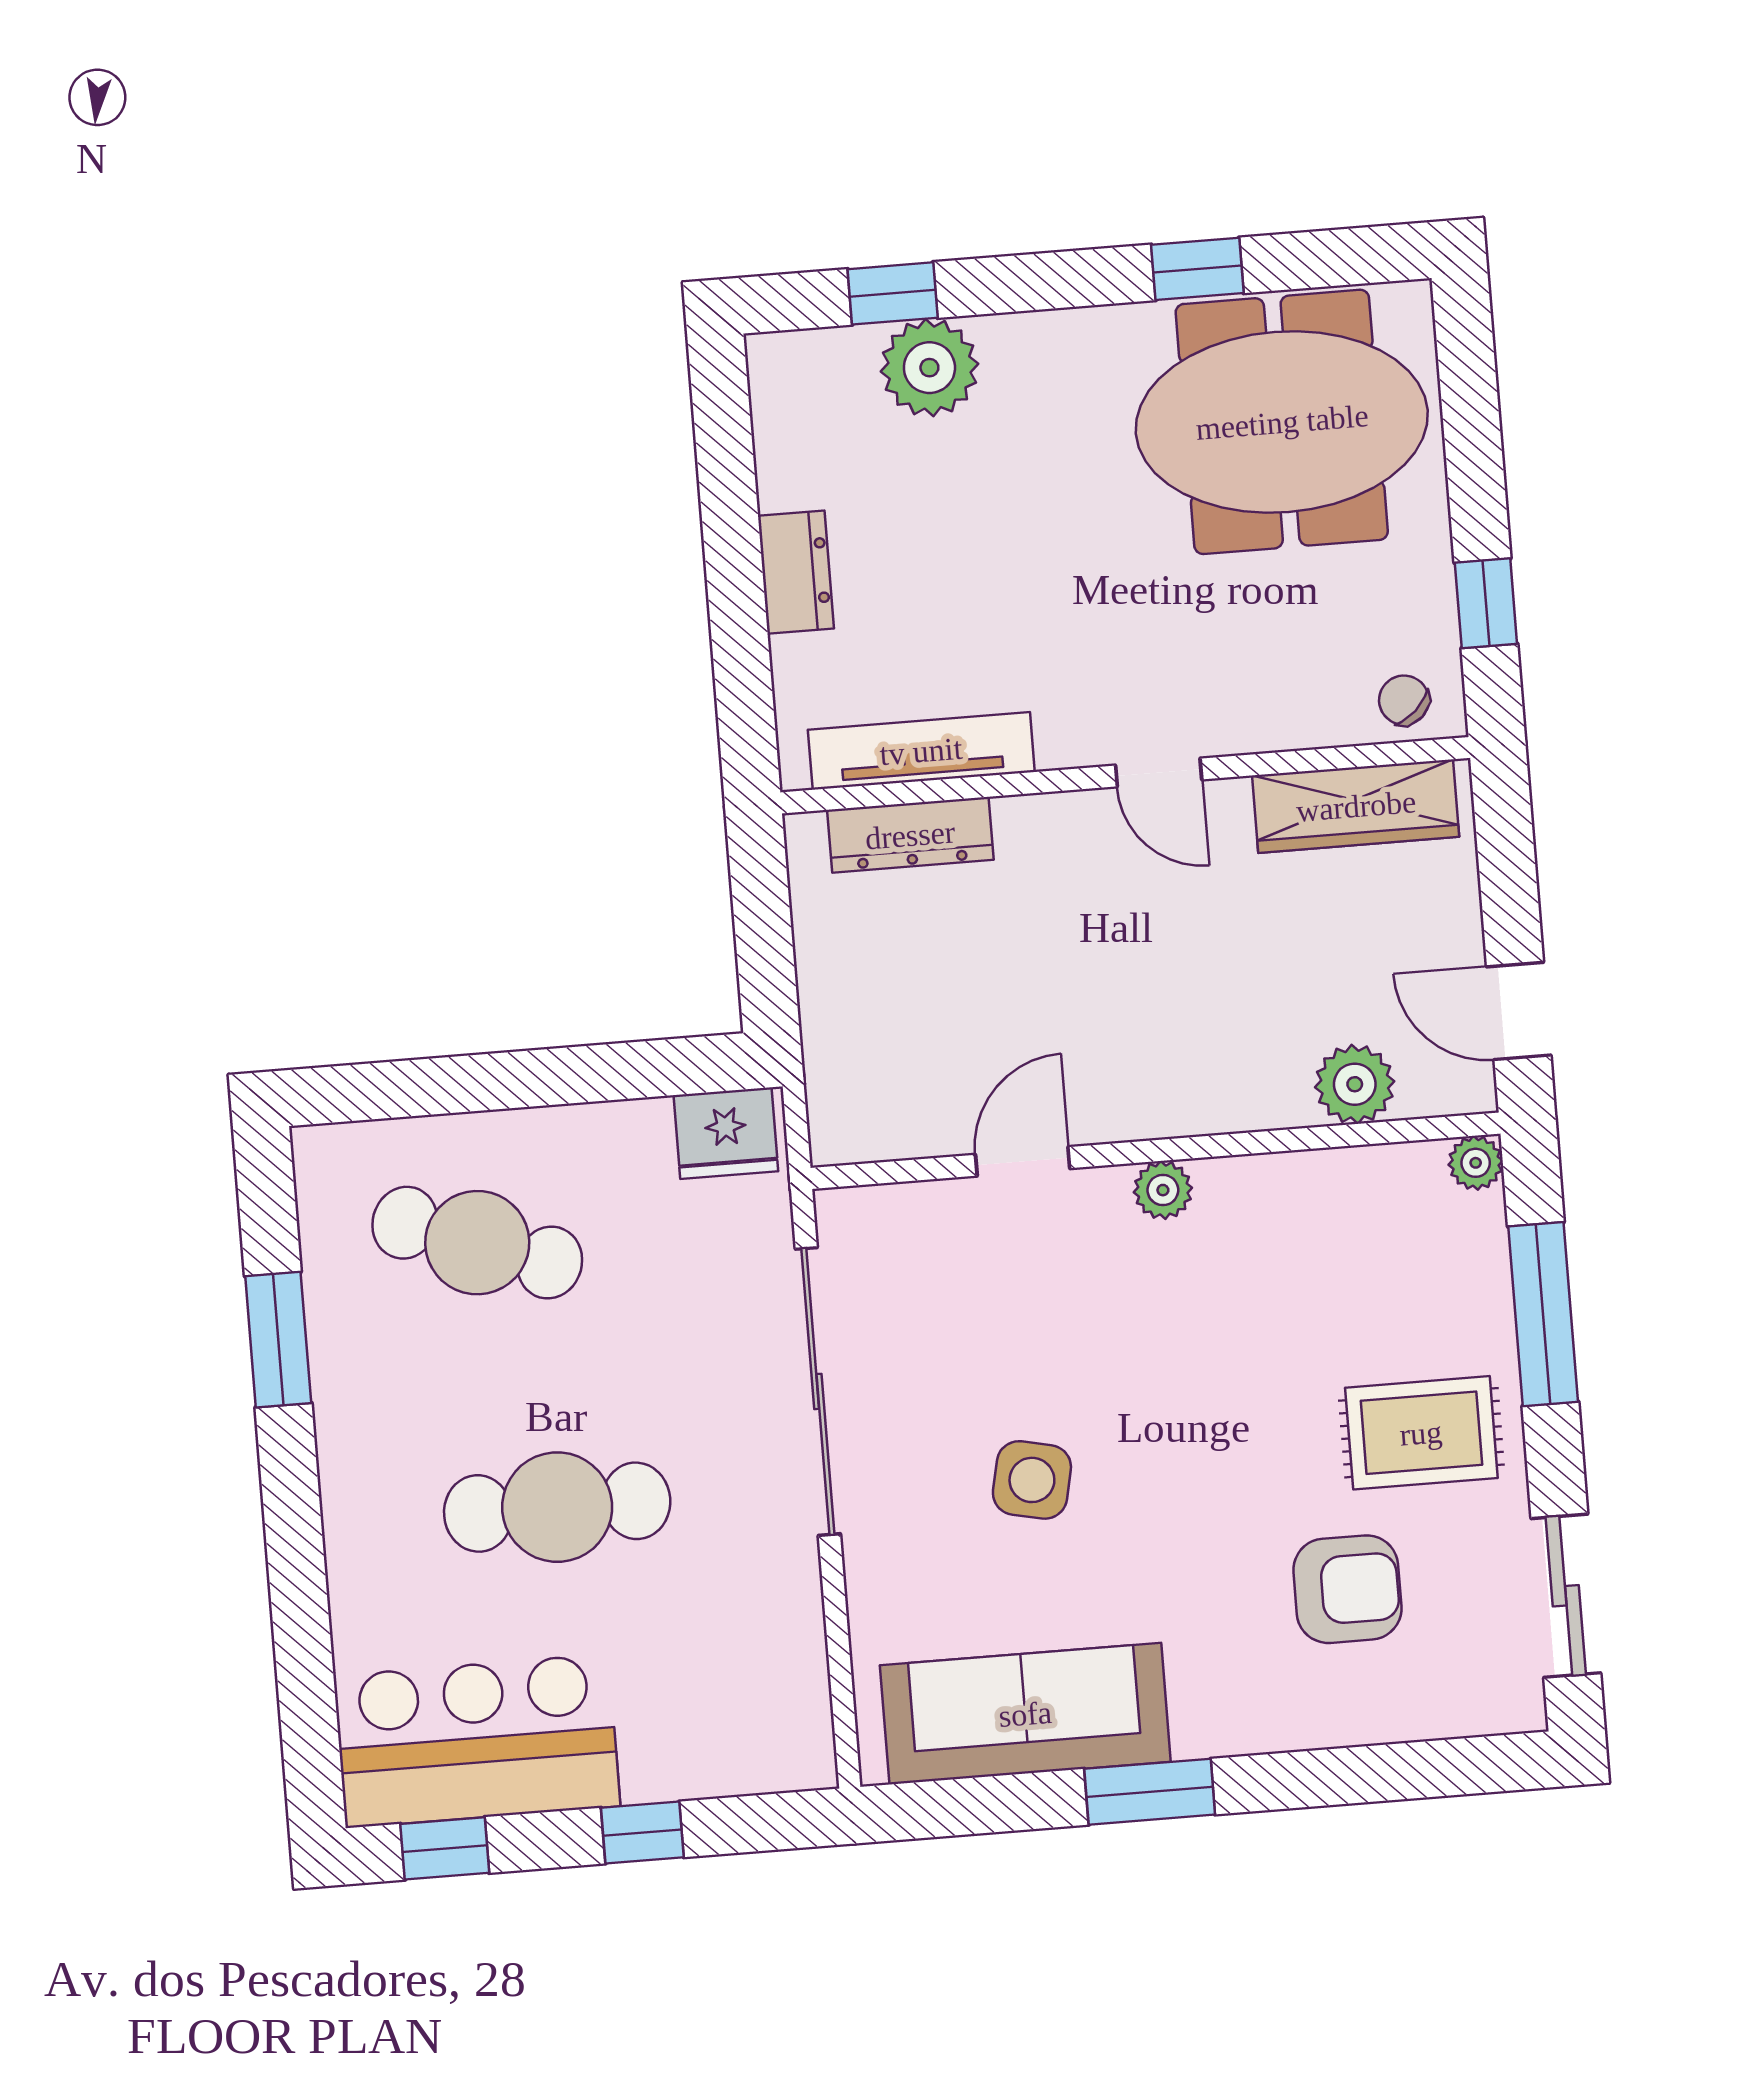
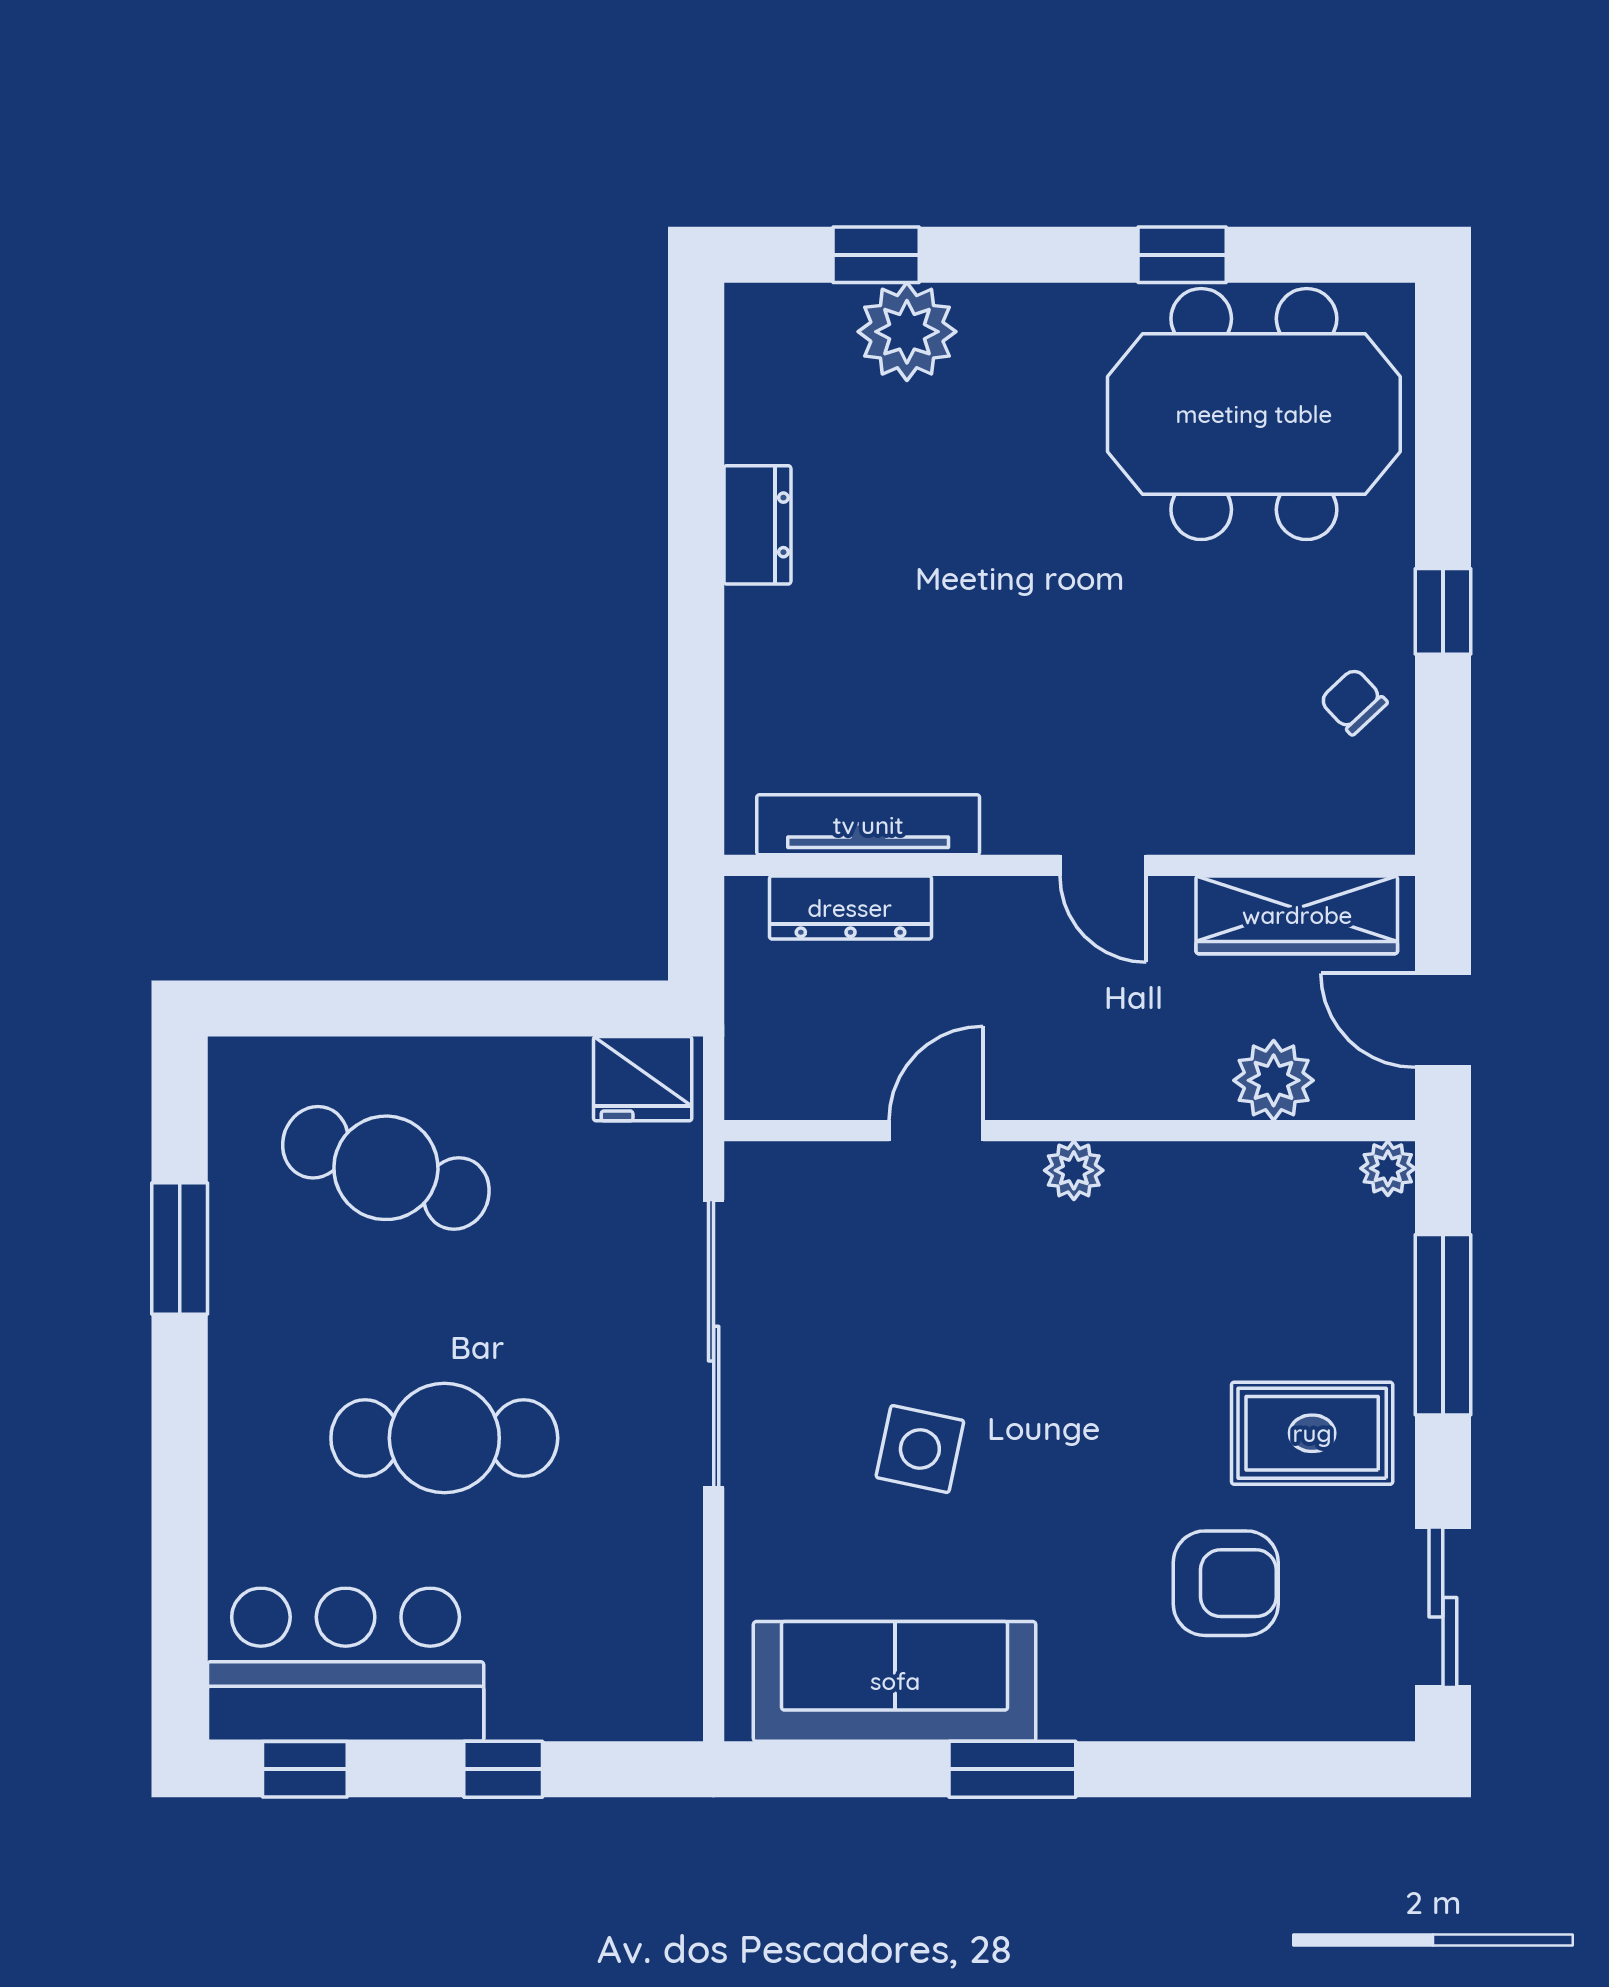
tv unit: (921, 751) -> (868, 825), moved
door: (1159, 772) -> (1103, 865), moved
wall: (1125, 775) -> (1070, 865), moved
wardrobe: (1356, 806) -> (1297, 915), moved
dresser: (910, 835) -> (850, 908), moved

